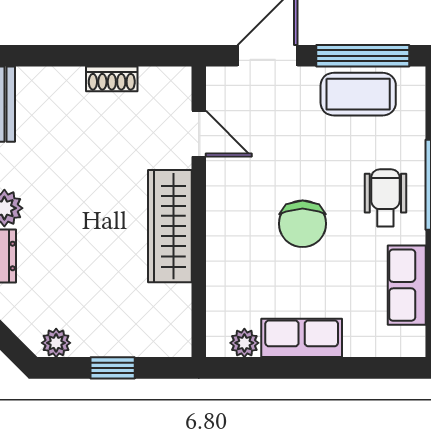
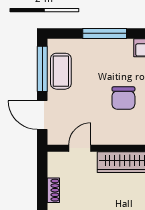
wheelchair: (385, 198) -> (111, 58), removed
chair: (303, 224) -> (123, 98), turned 90

